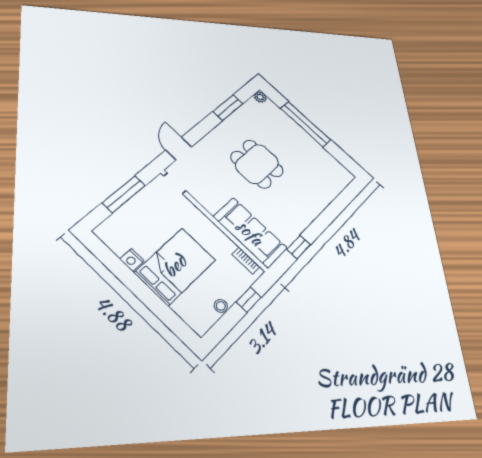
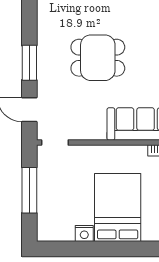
window: (228, 108) -> (29, 63), moved

